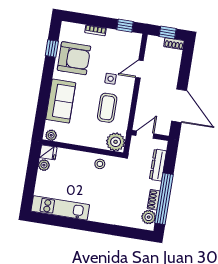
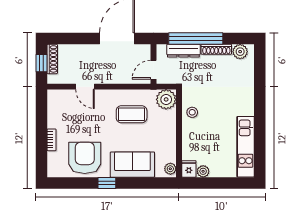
window: (125, 26) -> (42, 109), removed
shoe rack: (174, 44) -> (52, 59), width x1.43
window: (52, 48) -> (107, 183), moved
side table: (111, 79) -> (100, 116), removed
door: (145, 135) -> (153, 70), hinge flipped
window: (164, 199) -> (196, 38), moved
shoe rack: (154, 200) -> (216, 49), width x1.43

